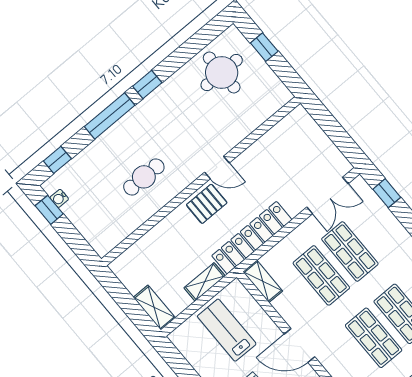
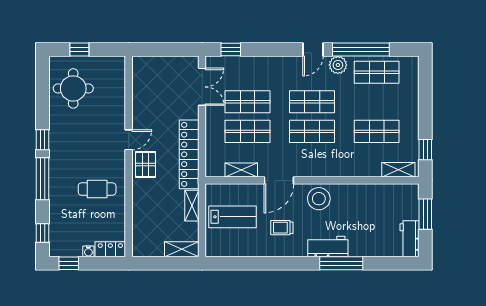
cafe table: (144, 177) -> (97, 189), turned 90
water cooler: (59, 198) -> (88, 251), moved
locker: (96, 239) -> (110, 249), added
shelving: (263, 281) -> (241, 170), moved
lab bench: (227, 330) -> (232, 217), turned 180

